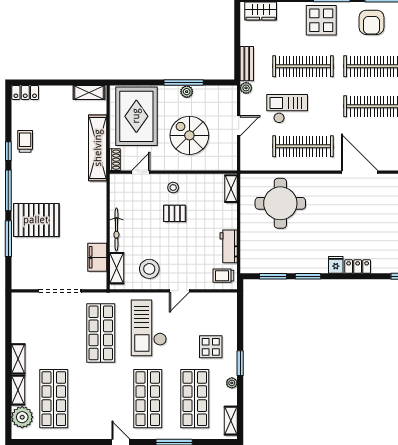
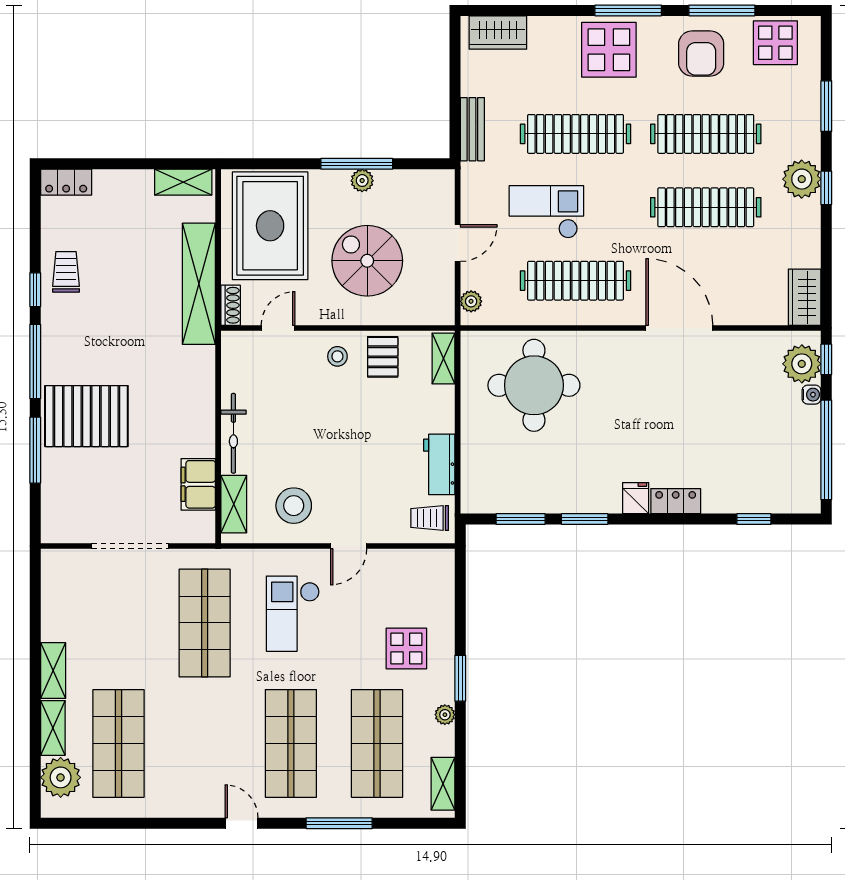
plant: (246, 88) -> (471, 301), moved
pallet: (175, 213) -> (383, 357), moved, turned 90
checkout: (149, 328) -> (293, 614), width x0.73, depth x0.83

